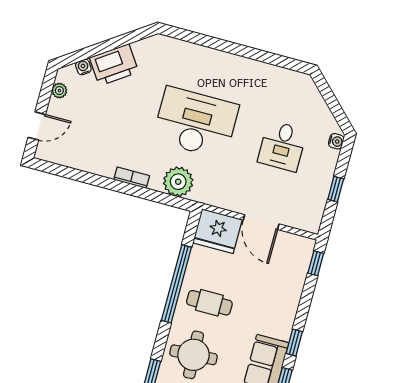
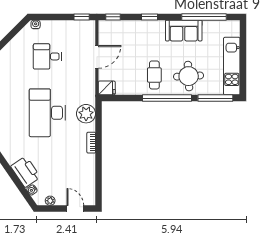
desk: (282, 146) -> (47, 56), turned 180
window: (336, 189) -> (82, 17), moved
fridge: (217, 231) -> (107, 88), width x0.53, depth x0.75
window: (176, 284) -> (167, 98), moved
window: (294, 343) -> (149, 17), moved

